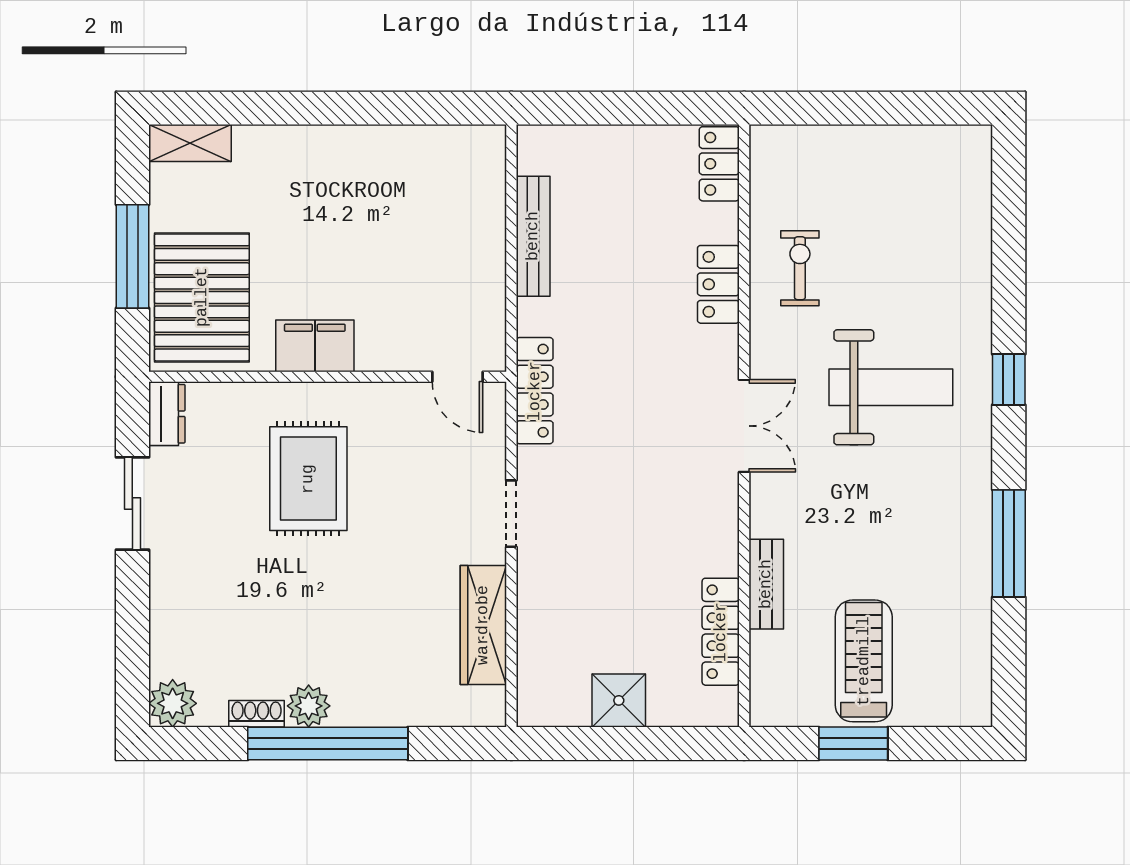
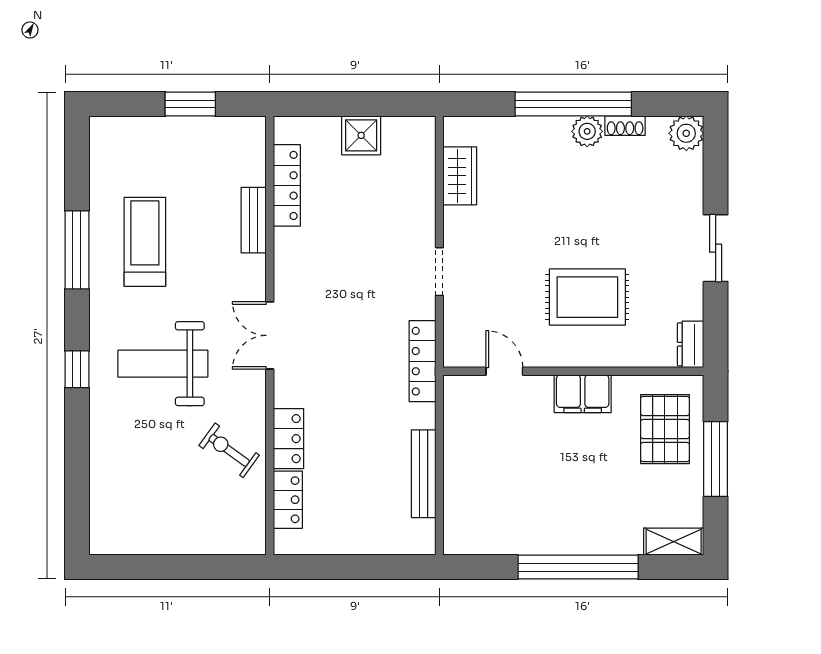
window: (321, 108) -> (578, 567), added
locker: (719, 164) -> (288, 500), moved
exercise bike: (800, 268) -> (229, 450), turned 126
pallet: (202, 297) -> (665, 429), width x0.73, depth x0.71
door: (457, 377) -> (504, 371), moved
rug: (308, 479) -> (587, 297), turned 90
sliding door: (132, 504) -> (716, 248), moved
wardrobe: (483, 625) -> (460, 176), width x0.67
treadmill: (864, 661) -> (145, 242), moved, turned 180

